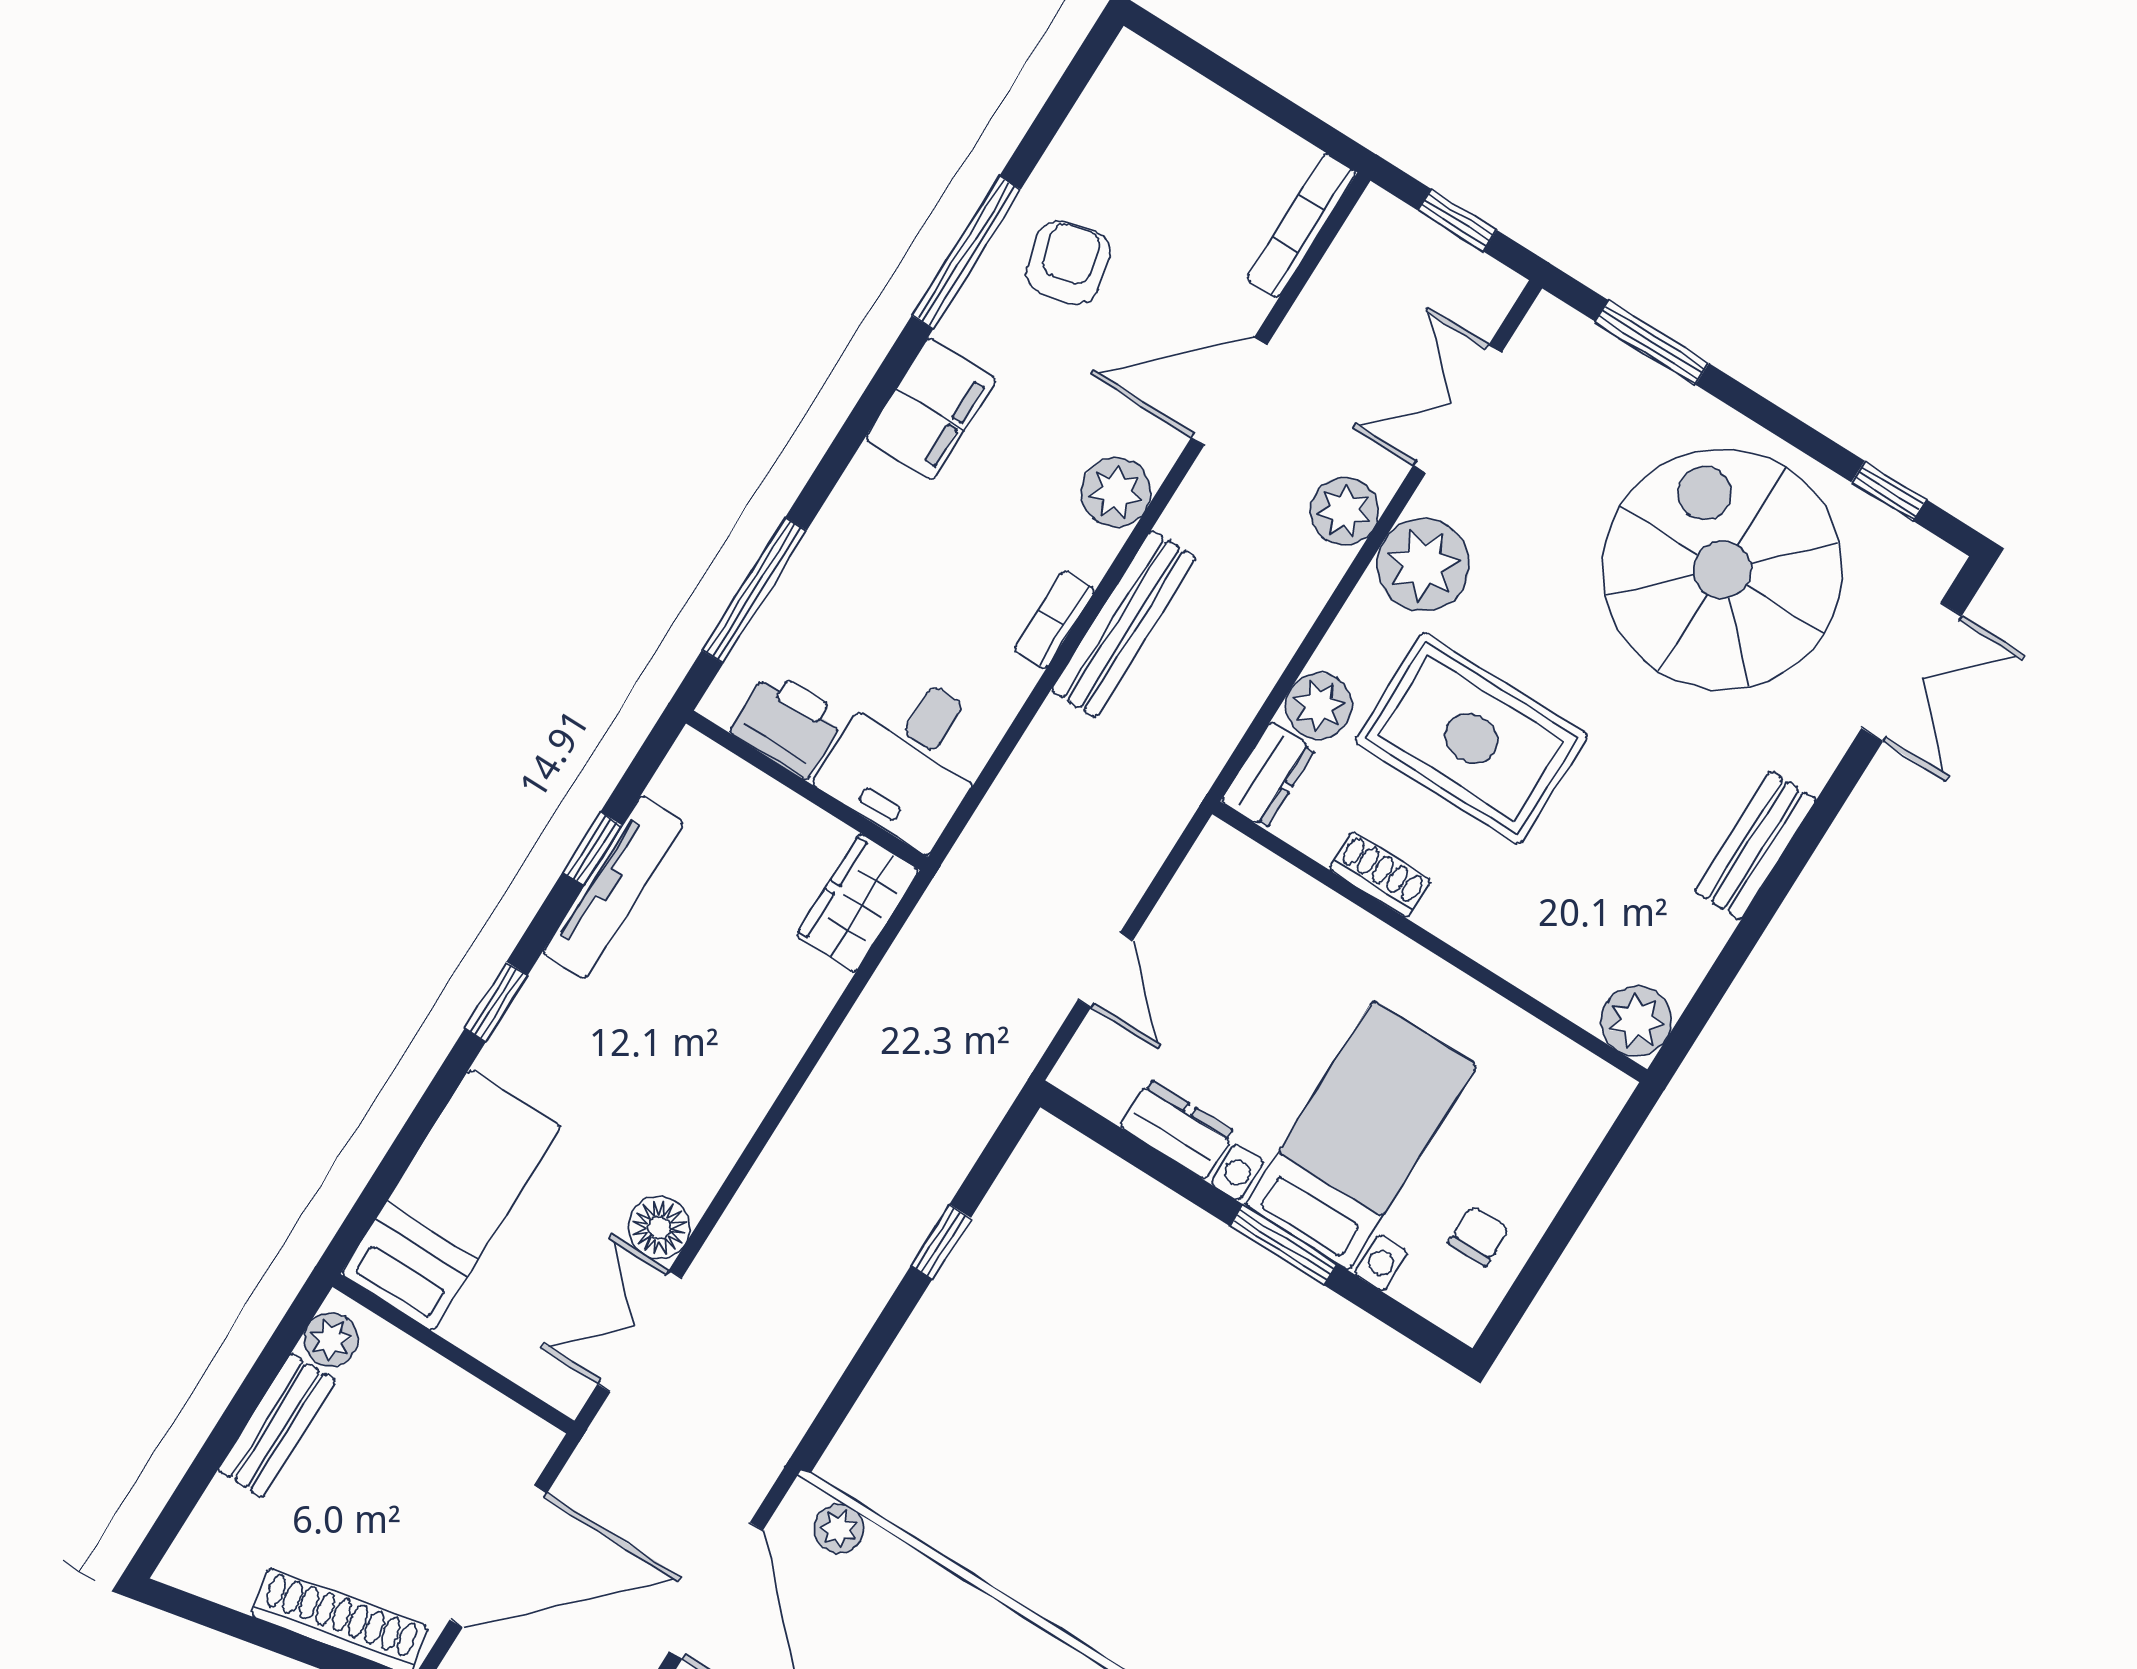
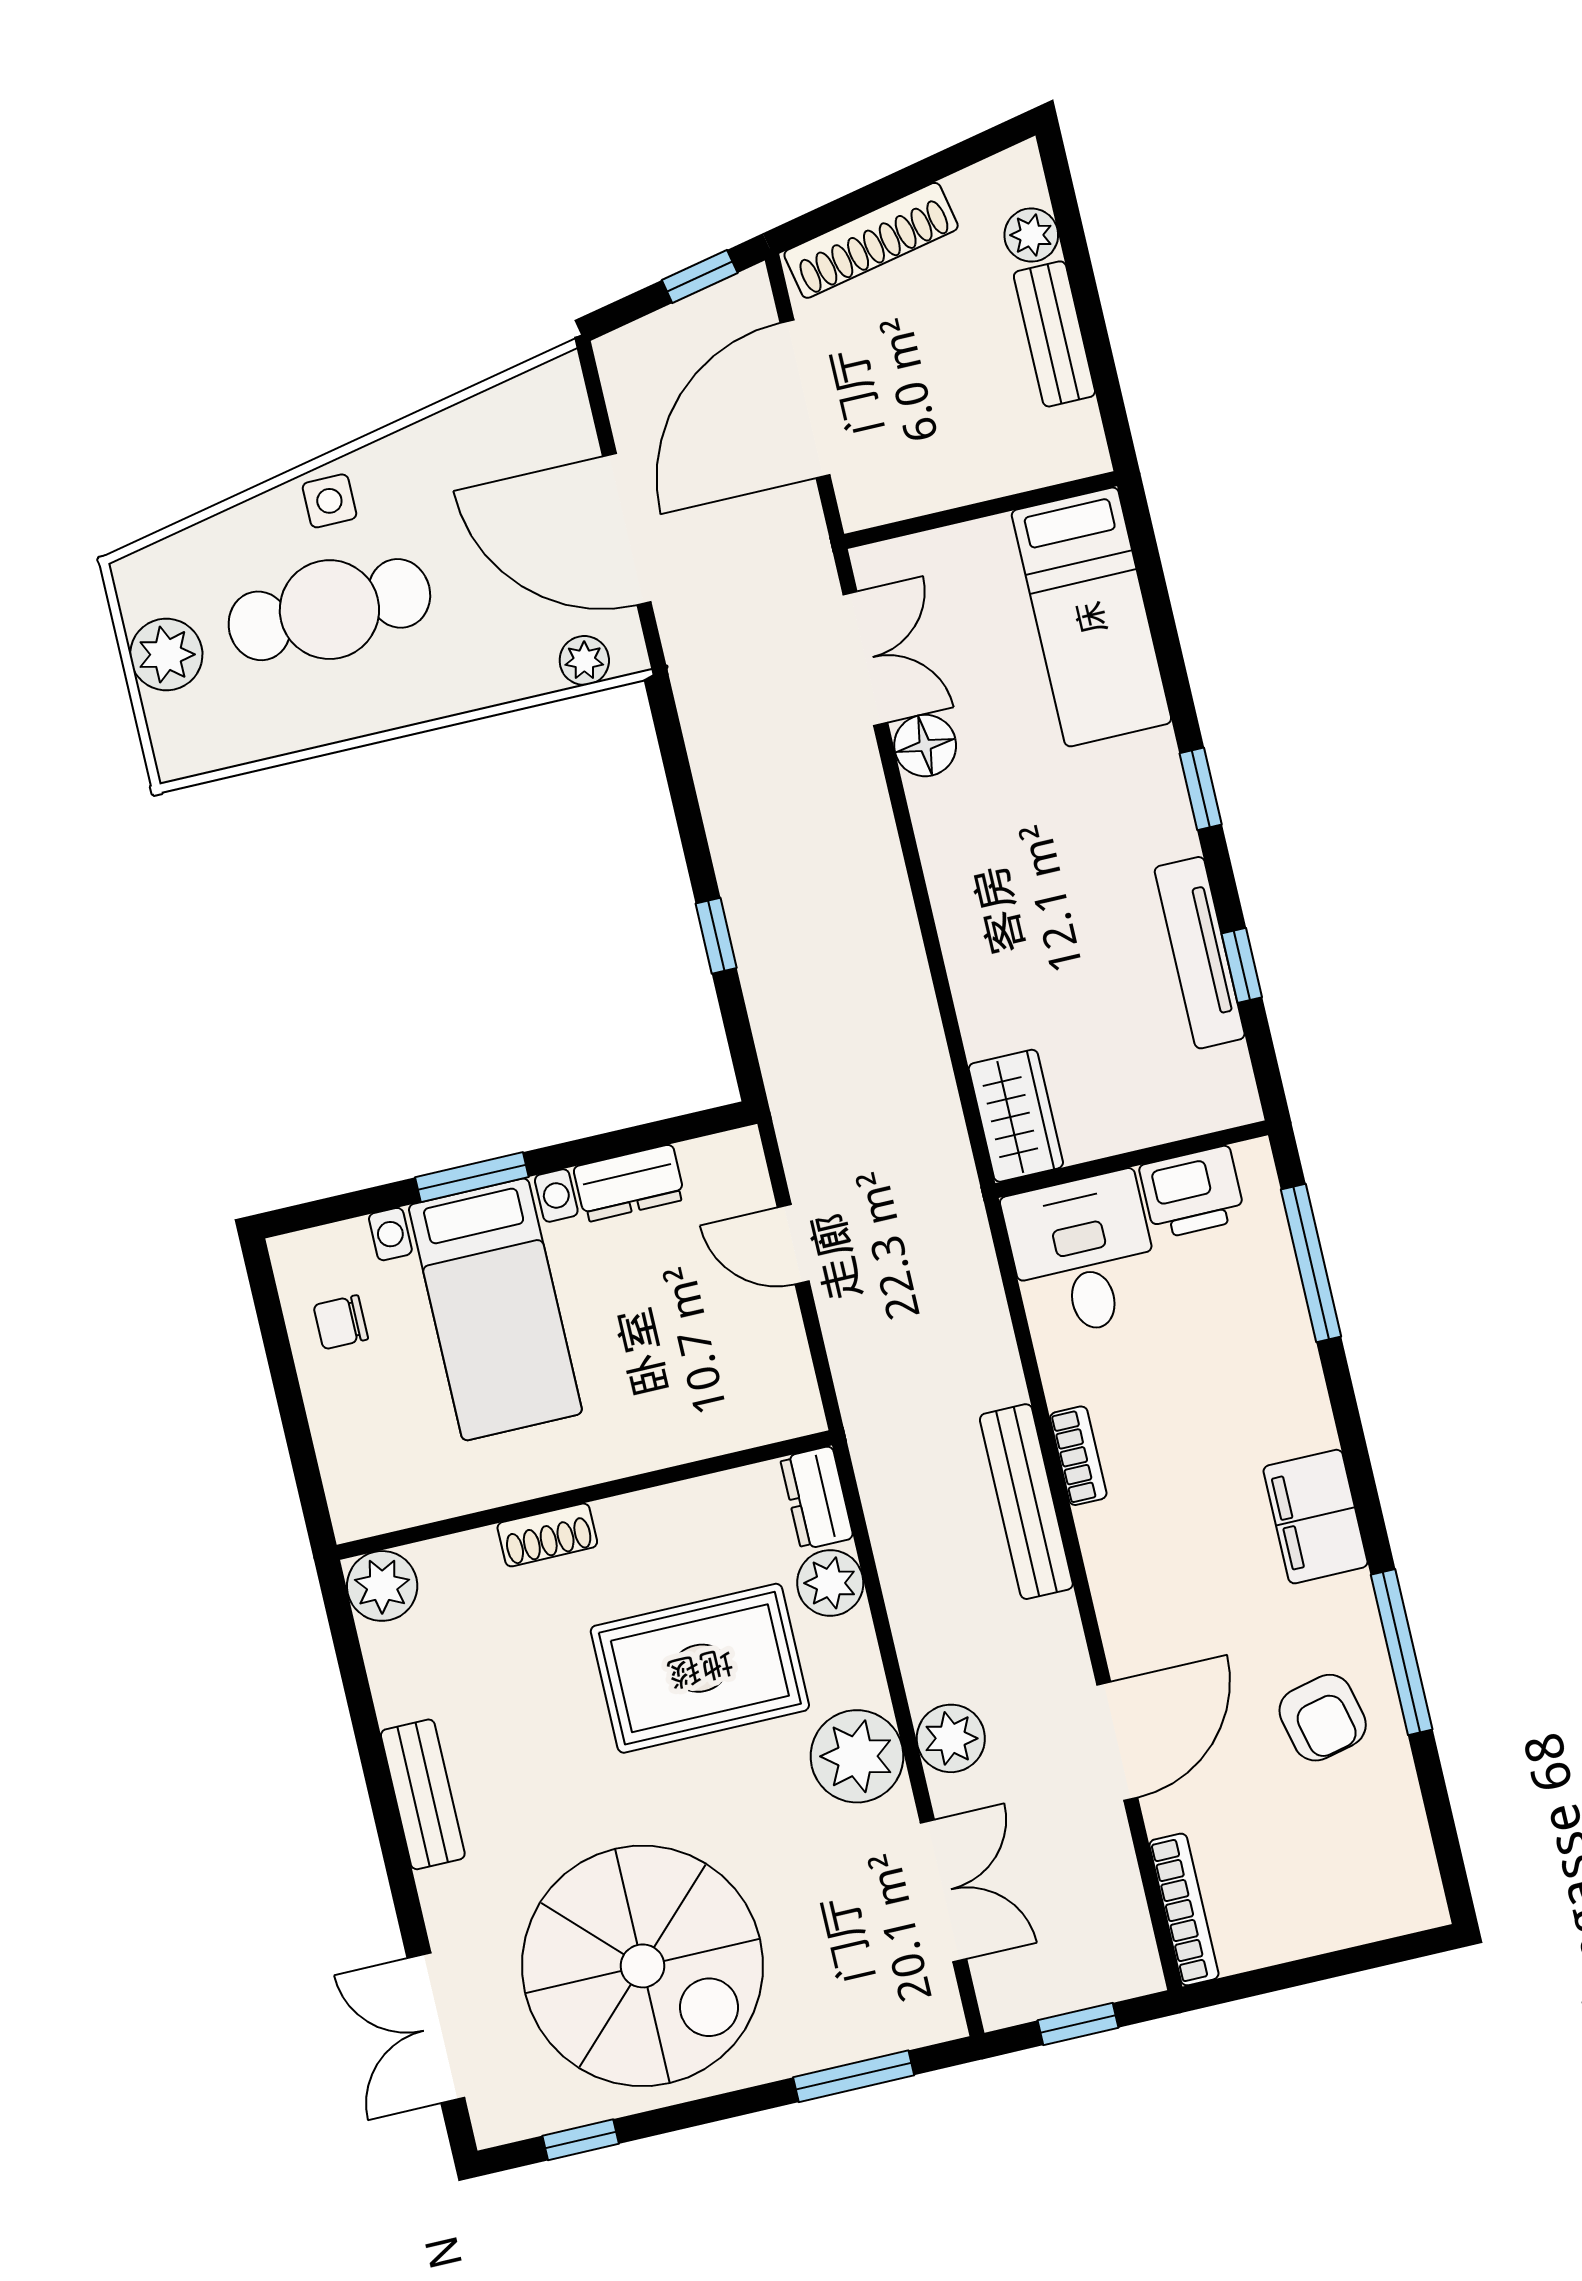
plant: (1116, 492) -> (1125, 1589), removed
shoe rack: (1380, 875) -> (547, 1535), moved
chair: (1479, 1236) -> (341, 1322), turned 90
plant: (331, 1340) -> (1031, 235), moved

